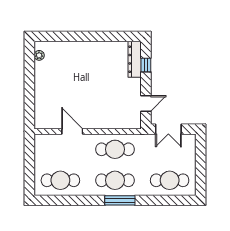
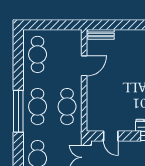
bench: (39, 114) -> (101, 34), added
window: (120, 200) -> (18, 111), width x1.46

